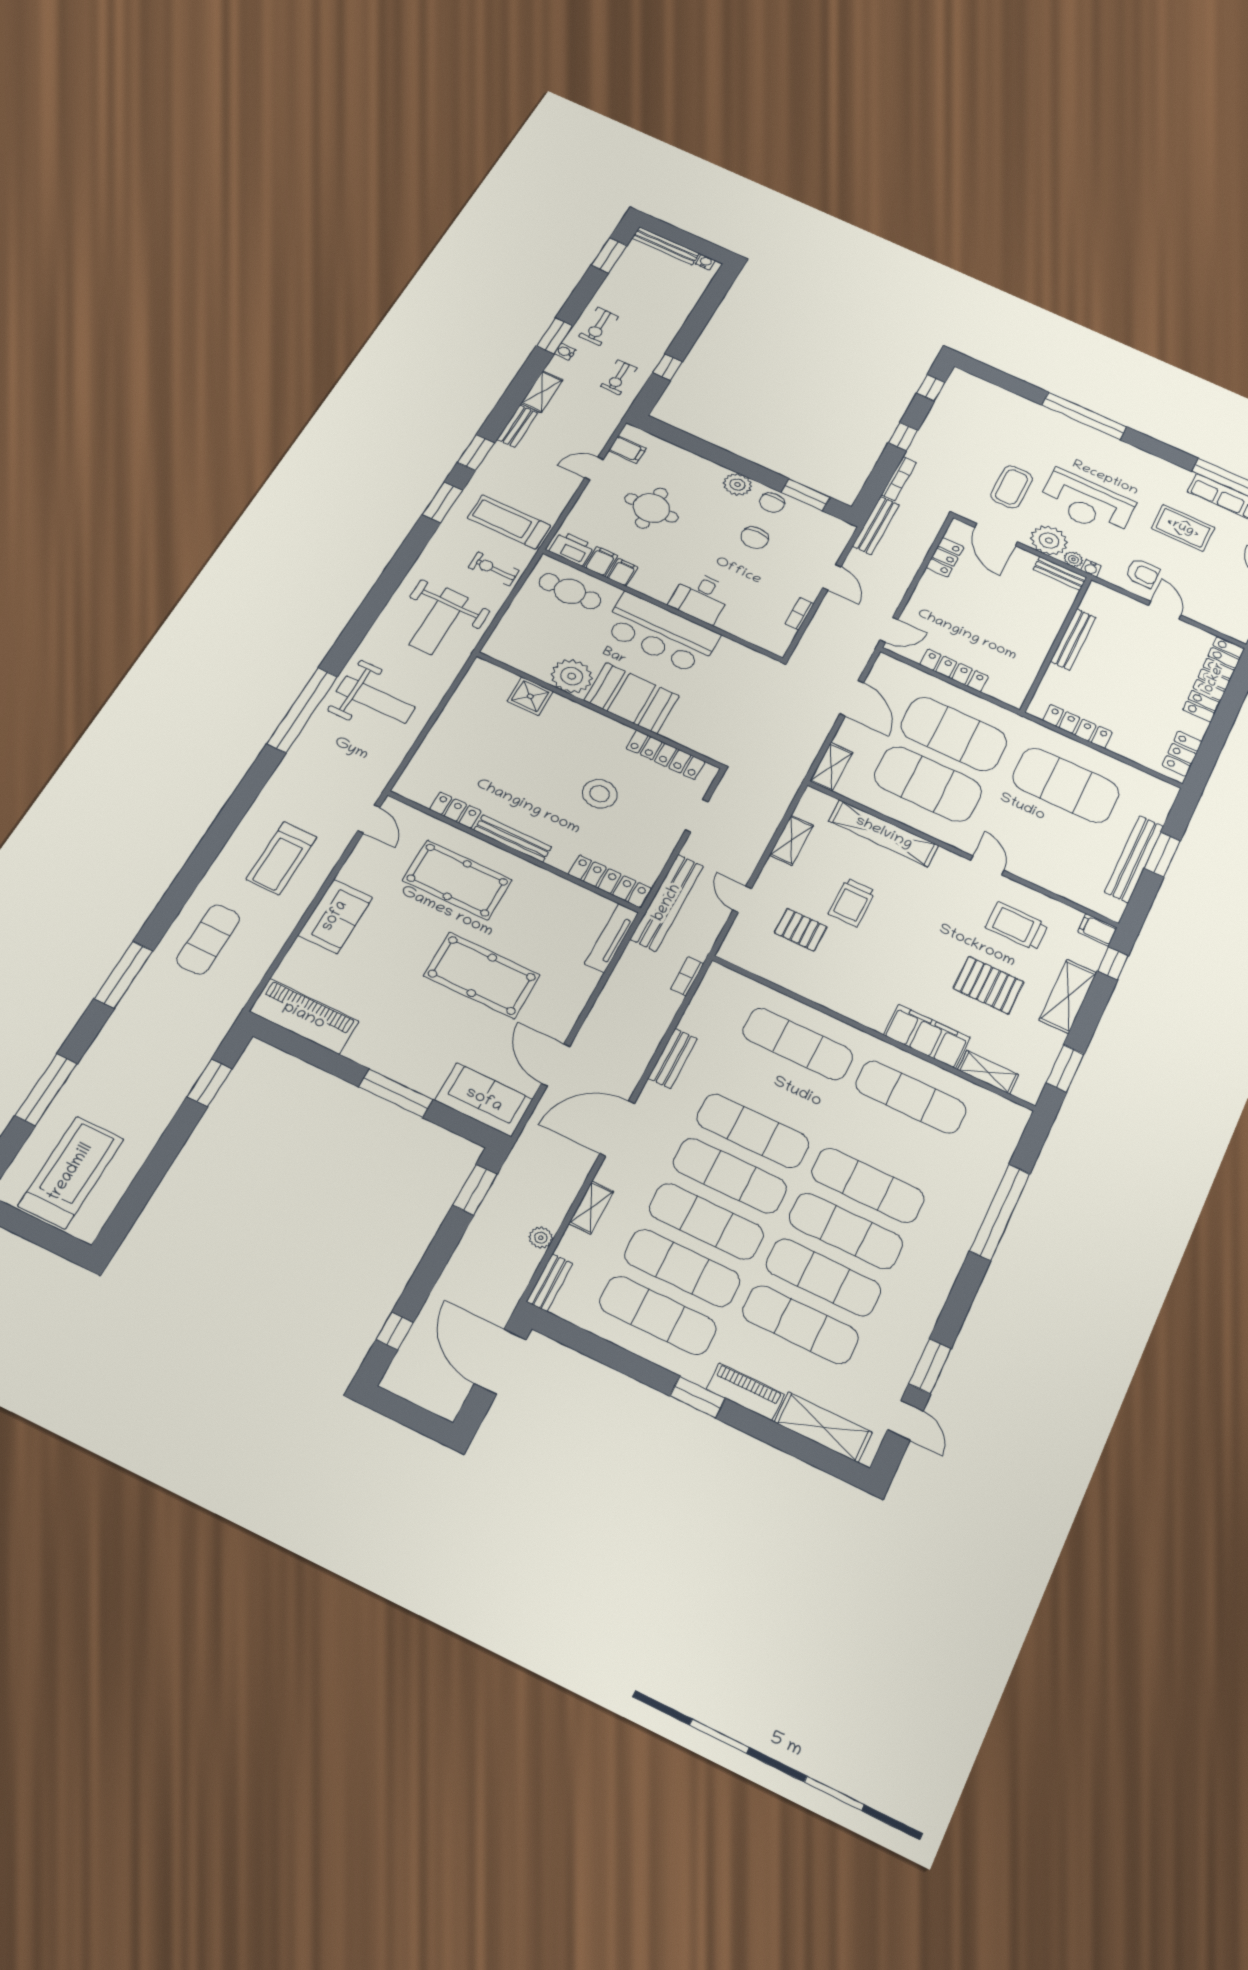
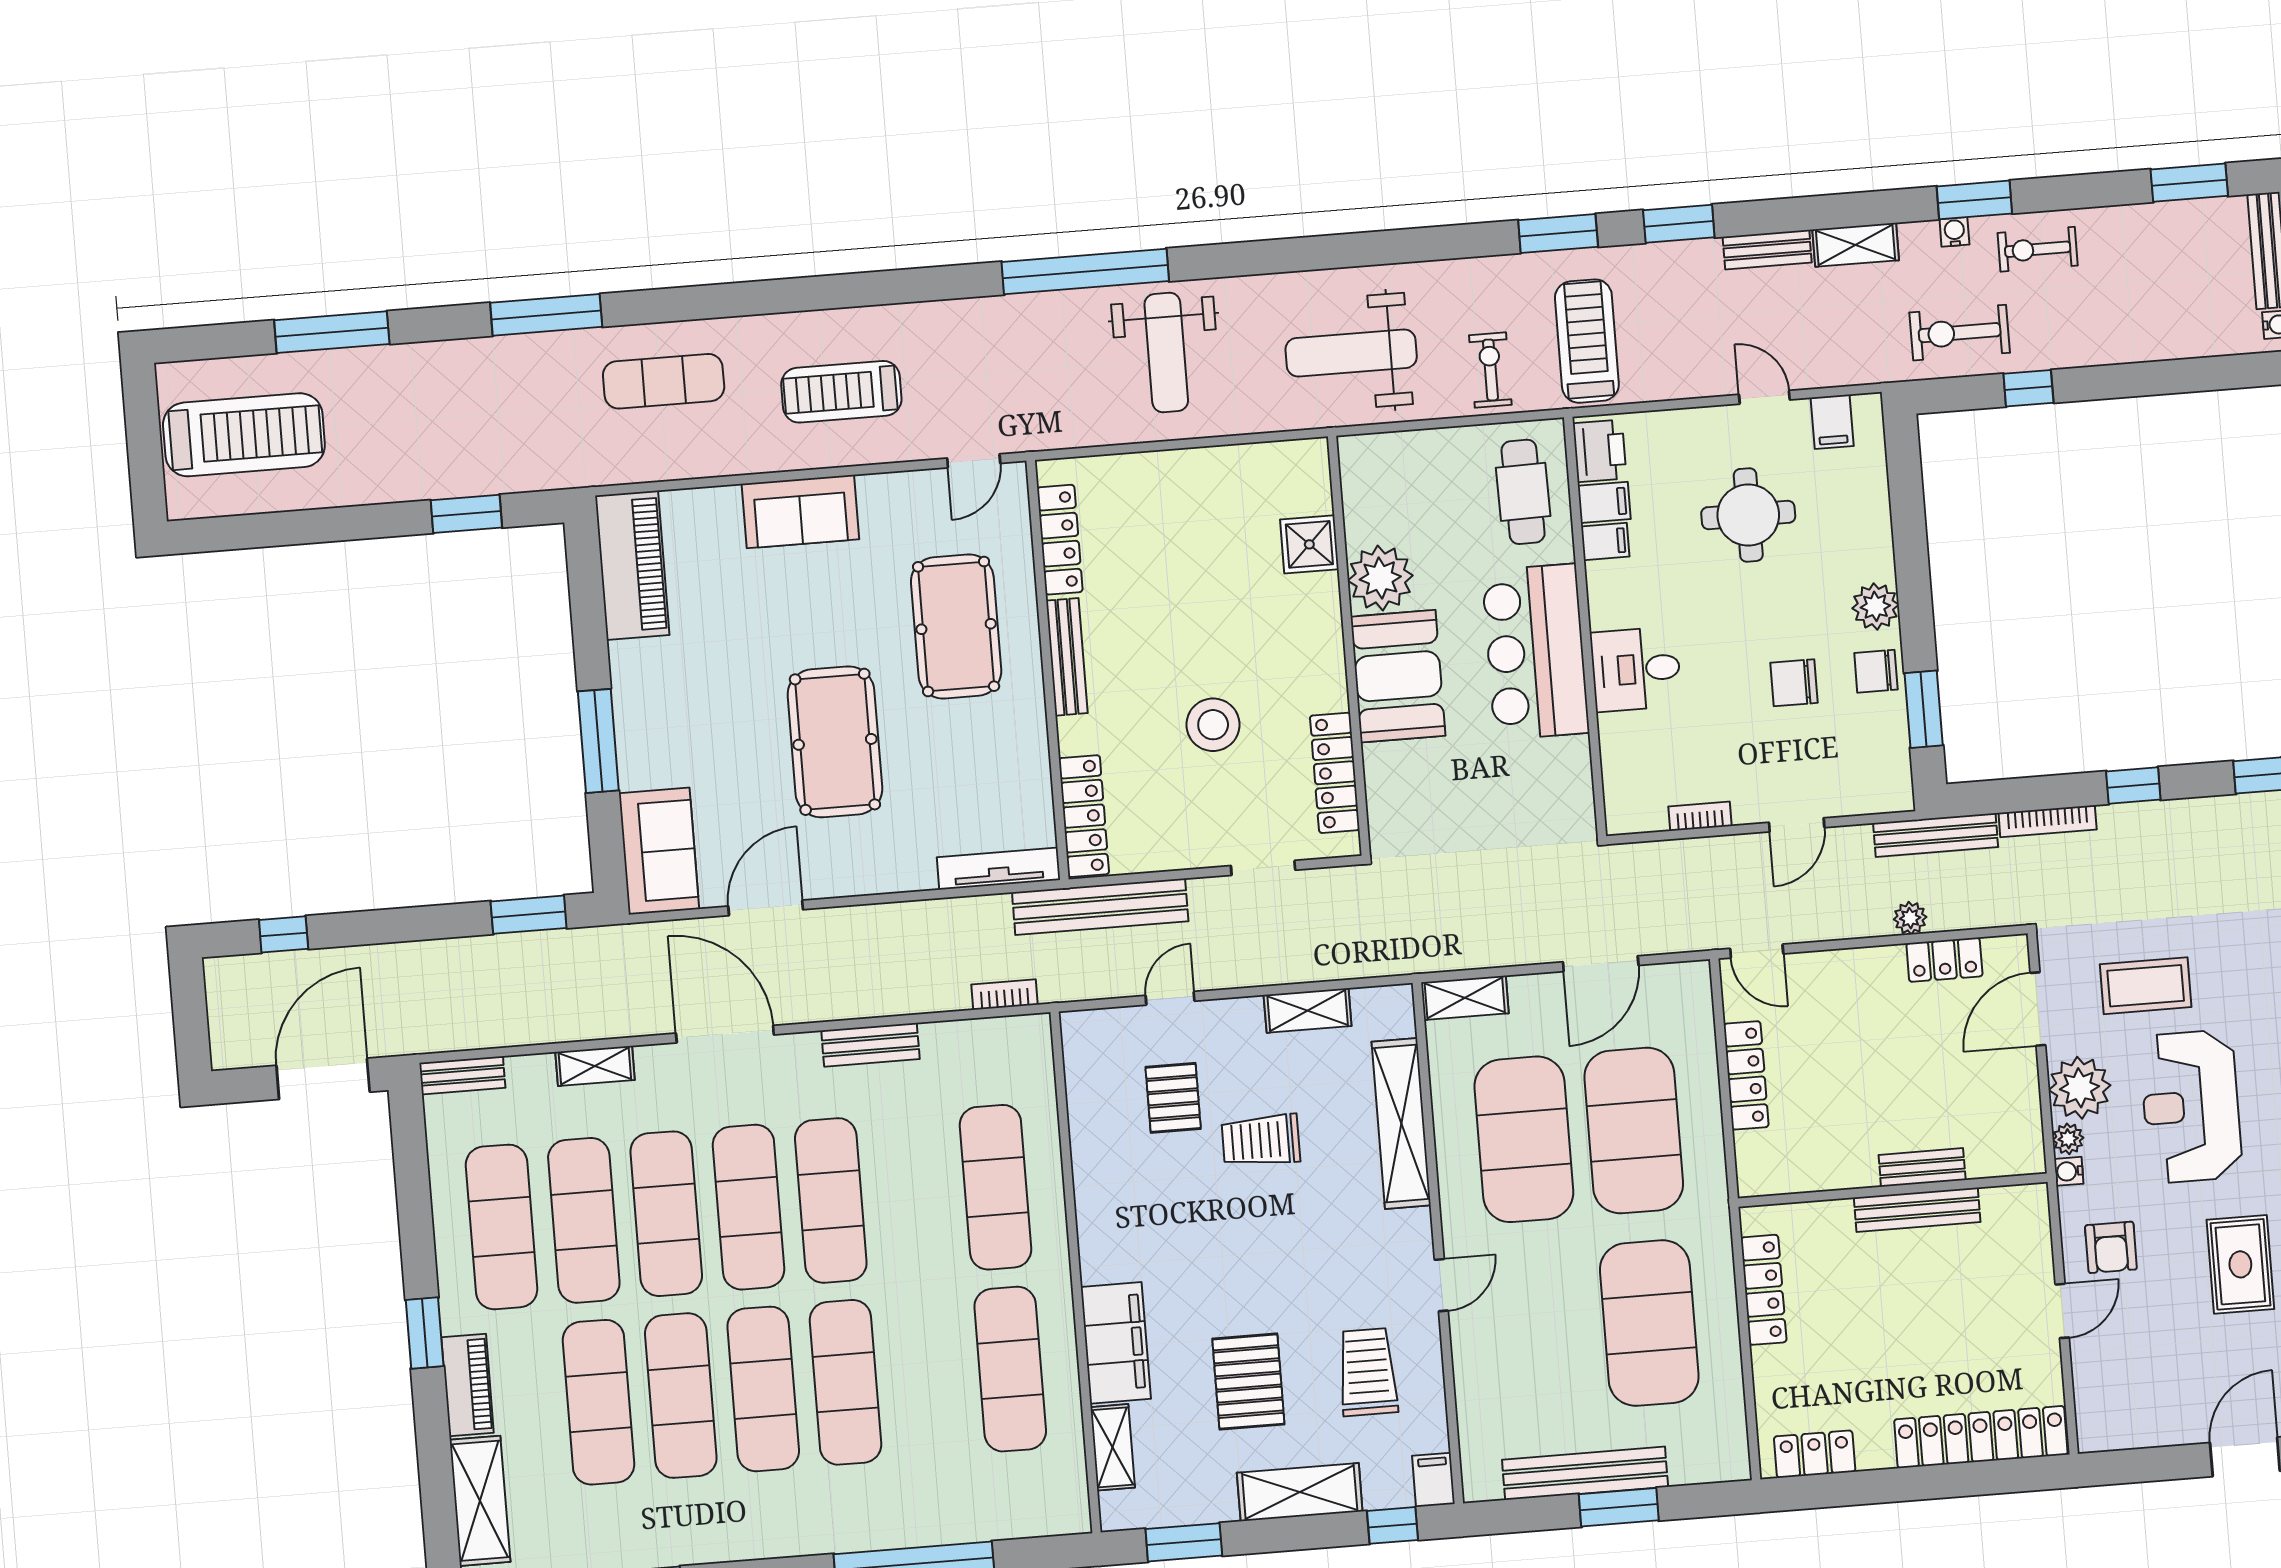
exercise bike: (619, 377) -> (1960, 333), width x1.38, depth x1.39
bench: (1060, 573) -> (1922, 1167), moved, turned 90
locker: (455, 810) -> (1060, 540), width x1.53
plant: (541, 1238) -> (1910, 918), moved

